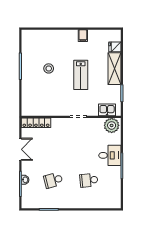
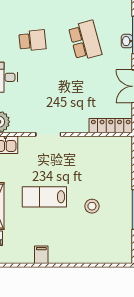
lab bench: (81, 75) -> (44, 197), turned -90
school desk: (53, 180) -> (85, 40), width x1.85

